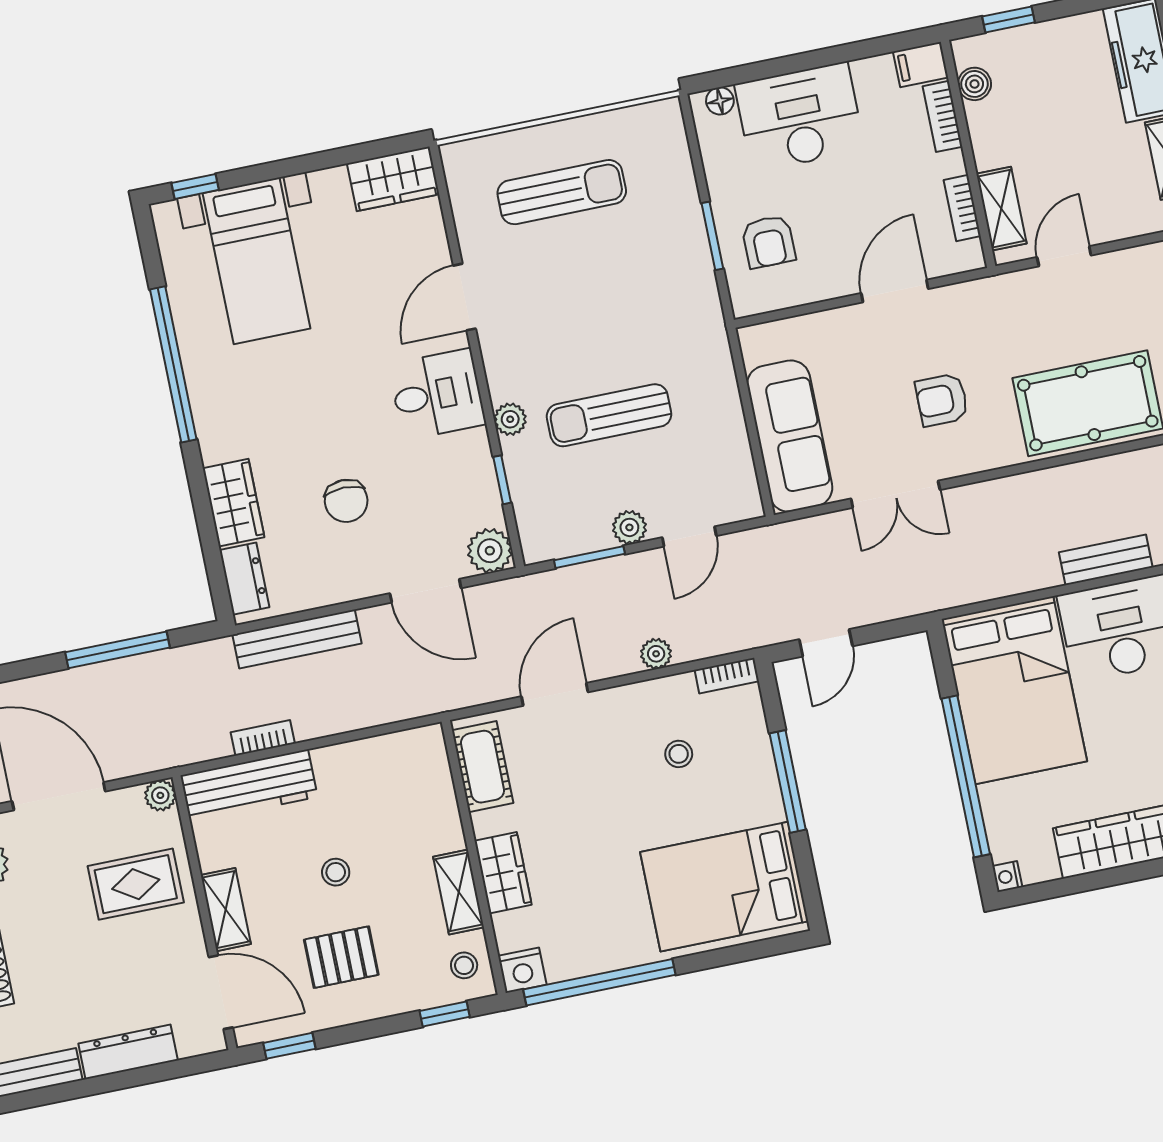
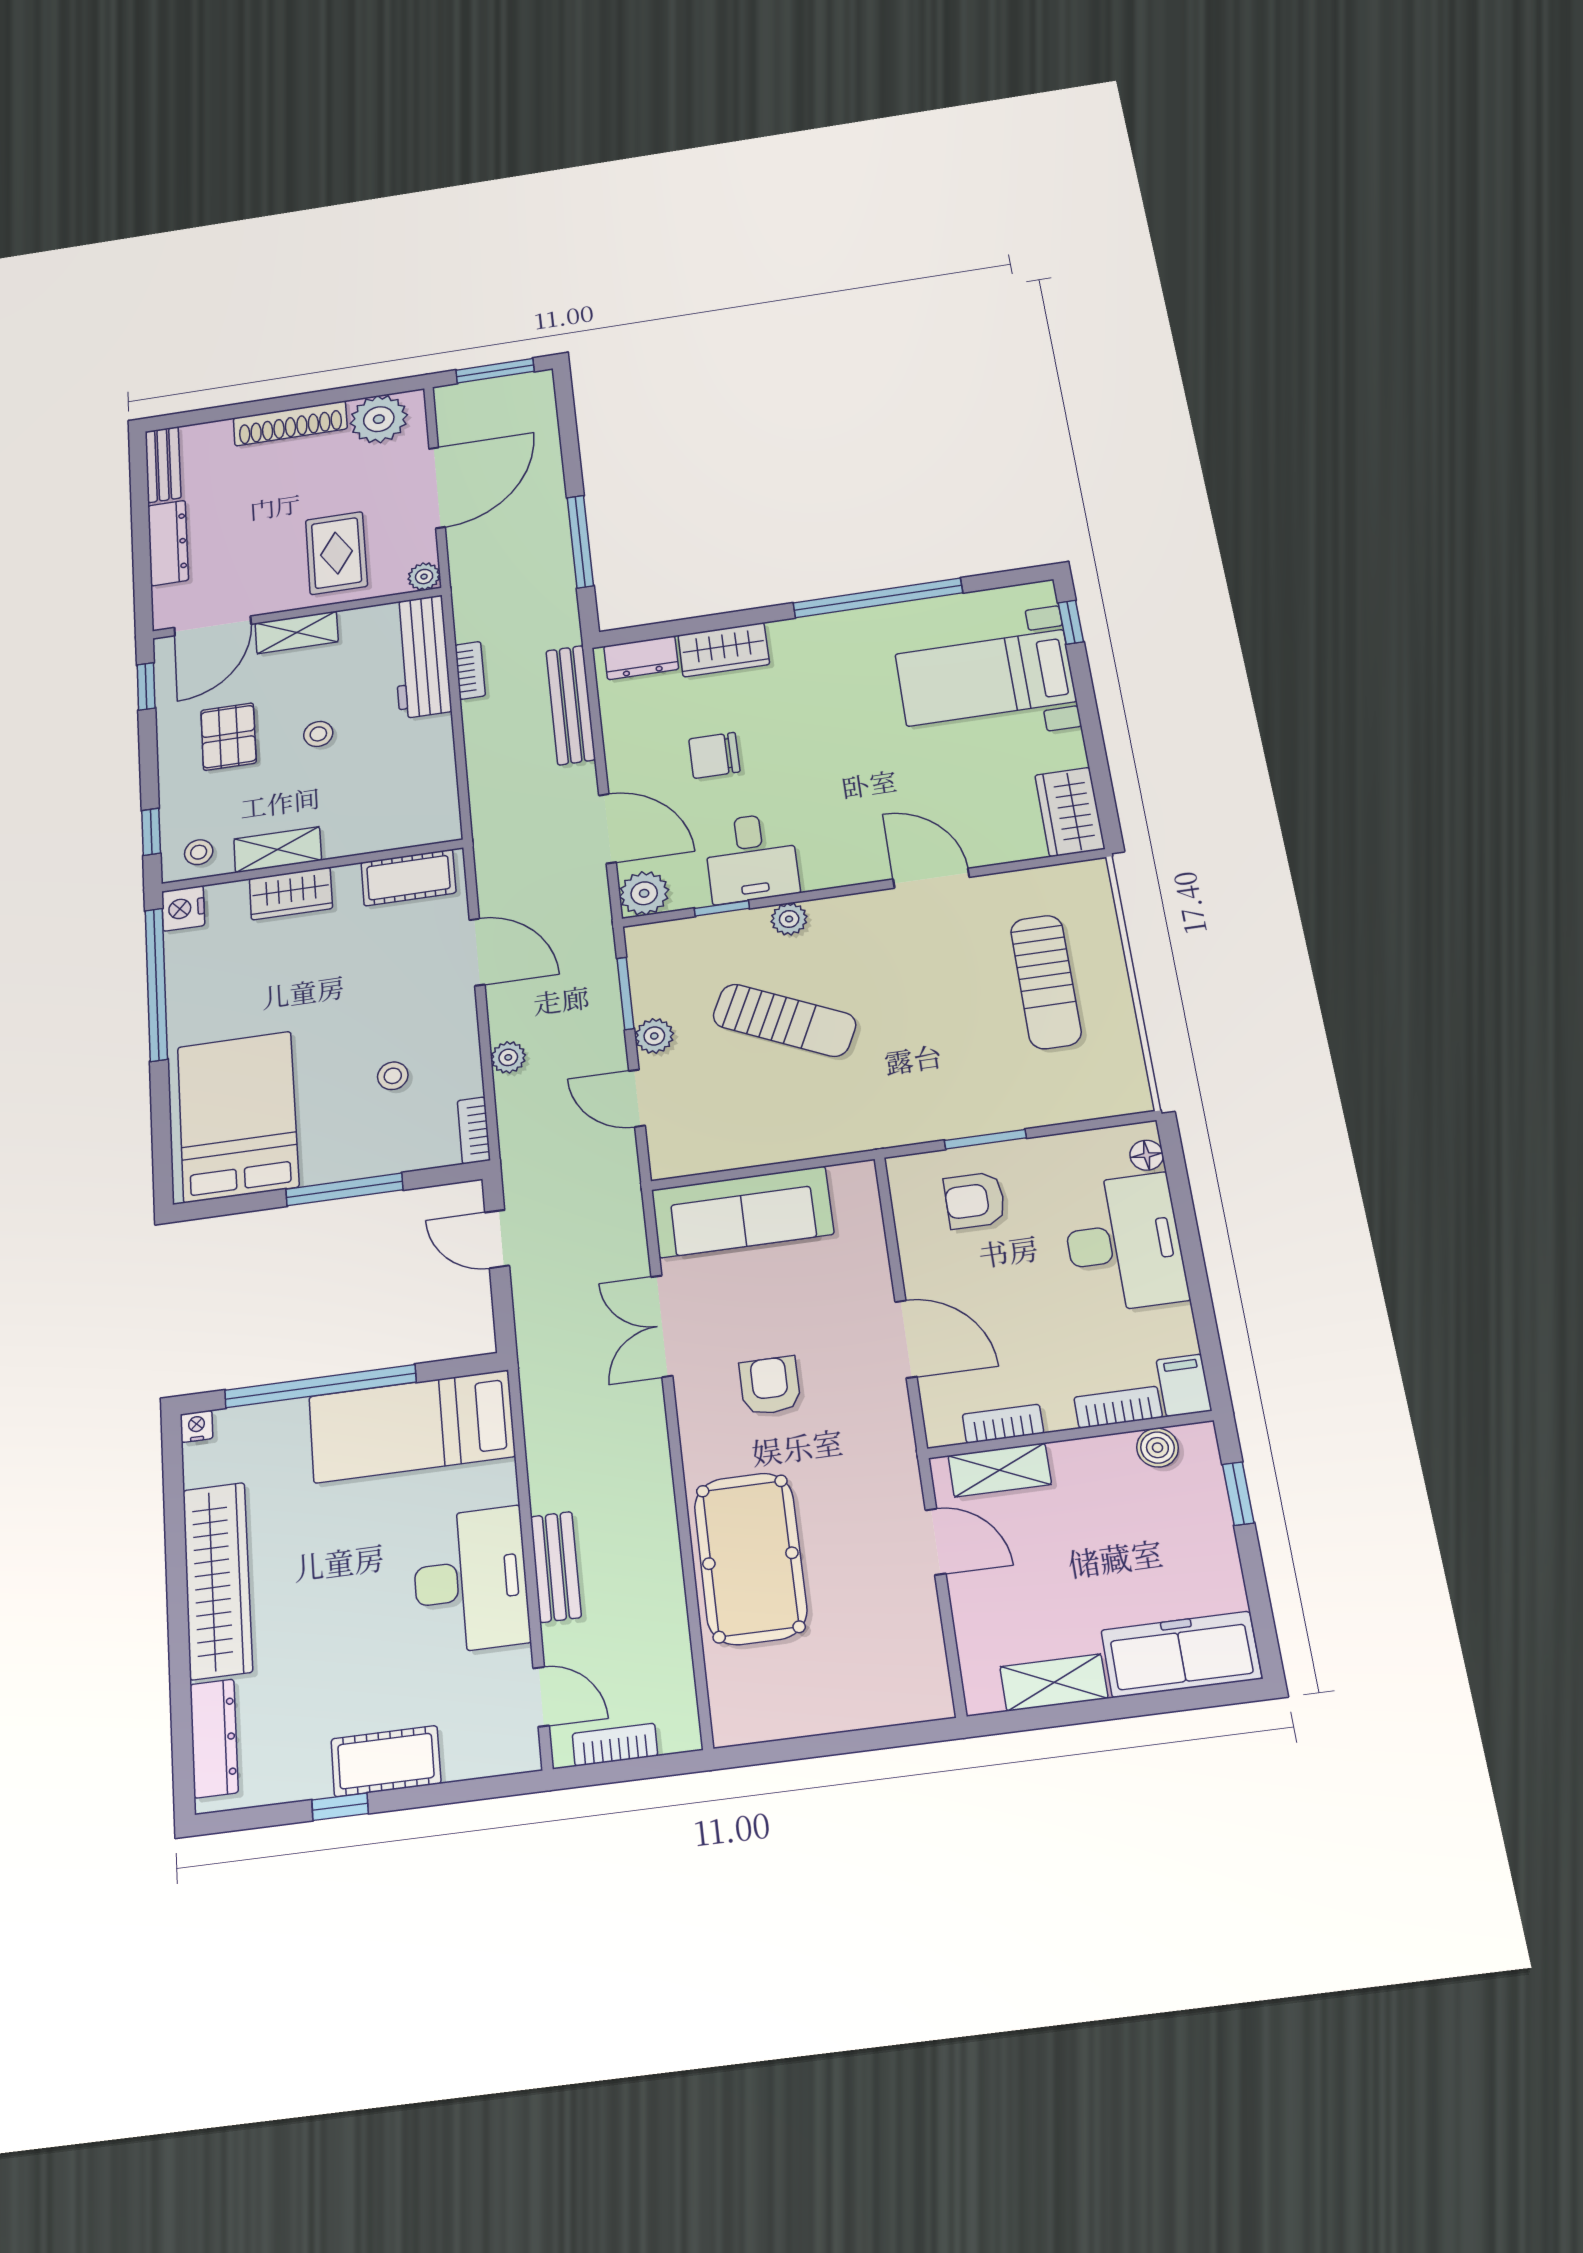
desk: (437, 394) -> (751, 858), moved
sun lounger: (609, 415) -> (784, 1020), turned 115
door: (425, 591) -> (607, 829), swing flipped
bed: (1014, 690) -> (412, 1426), width x0.67

